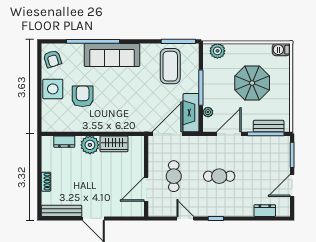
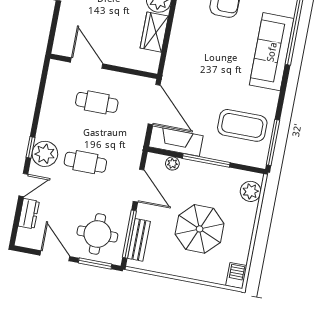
round table: (270, 157) -> (97, 234), added
cafe table: (219, 176) -> (85, 162), turned 90
plant: (219, 207) -> (45, 154), added
door: (185, 218) -> (23, 185), moved

